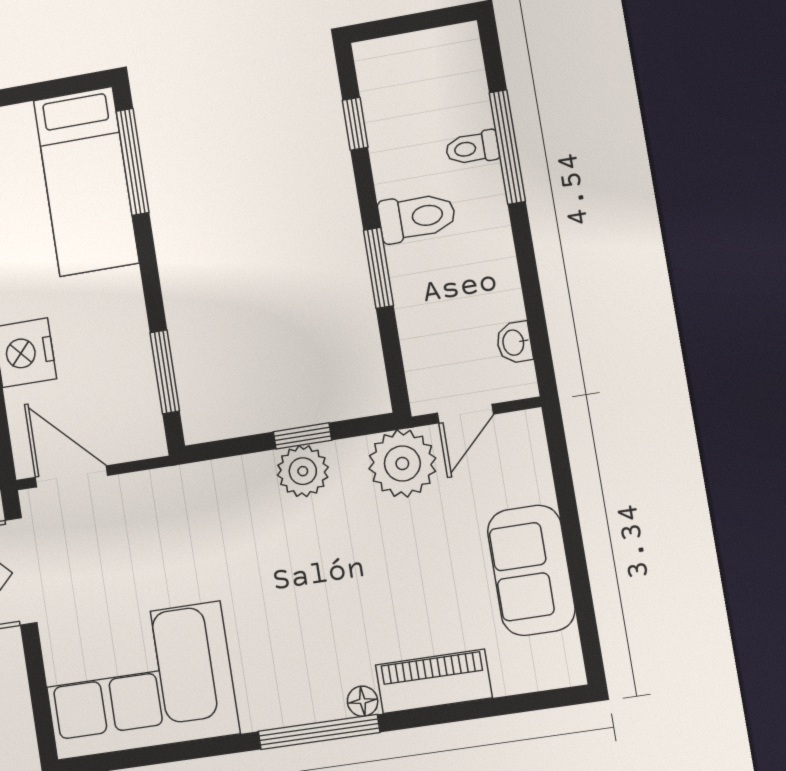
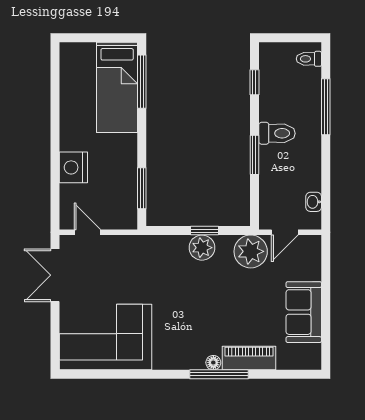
toilet: (472, 148) -> (309, 59), moved
door: (71, 476) -> (87, 232), width x0.73
window: (319, 732) -> (219, 374), moved

